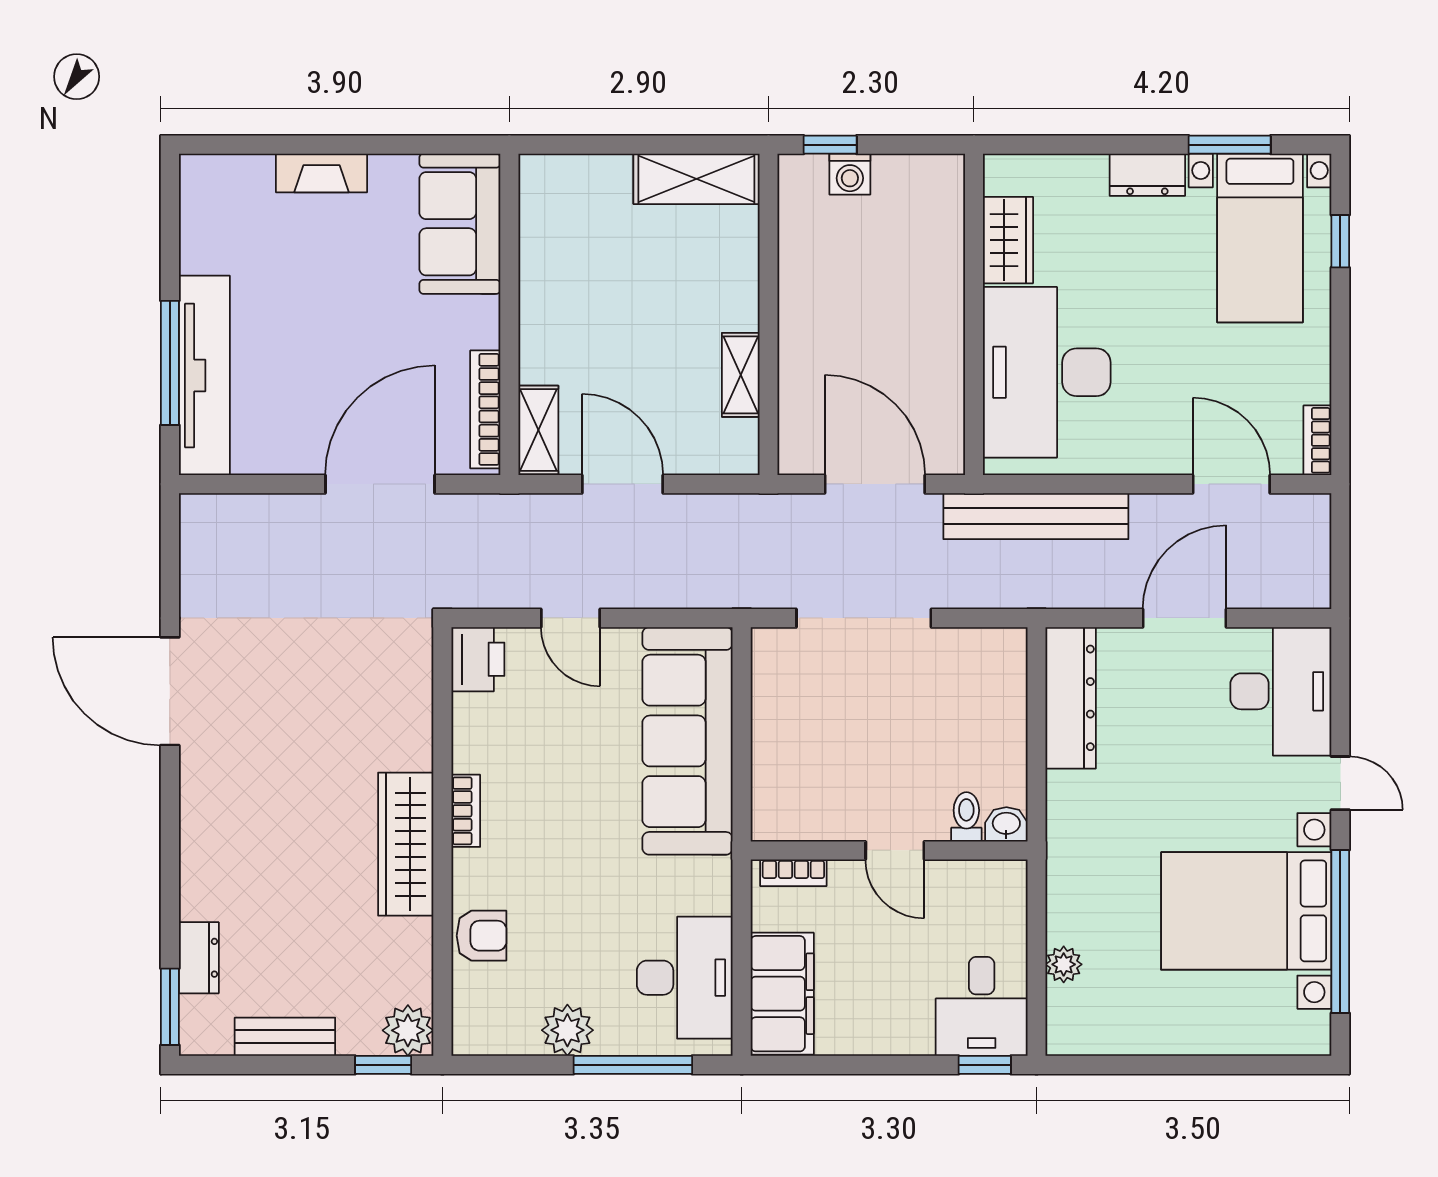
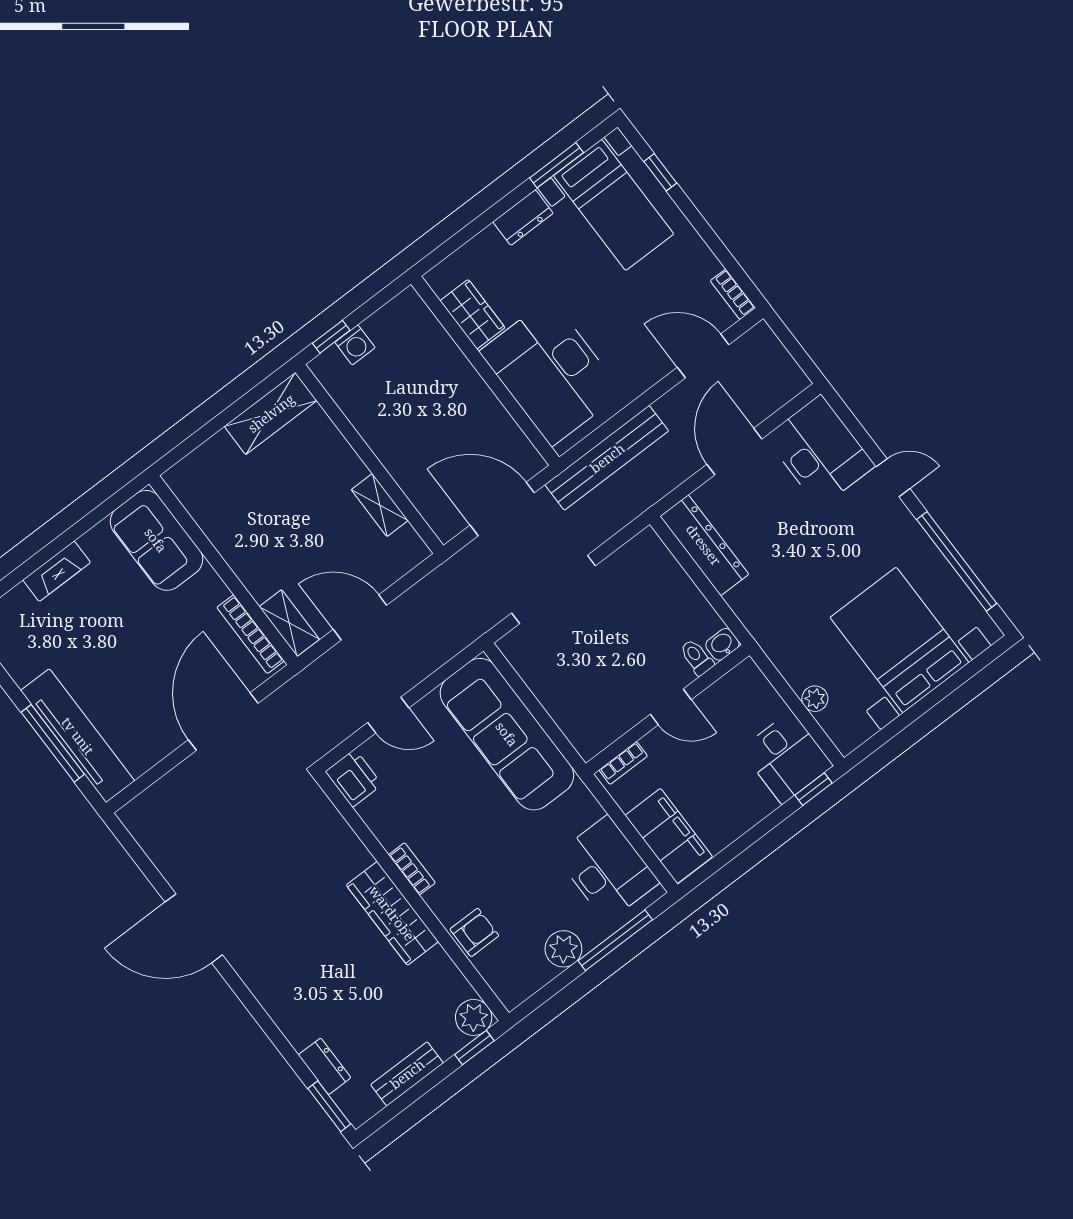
bed with nightstands: (1246, 911) -> (899, 640), moved, turned 90

